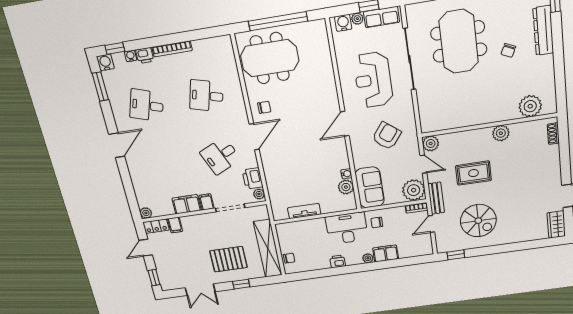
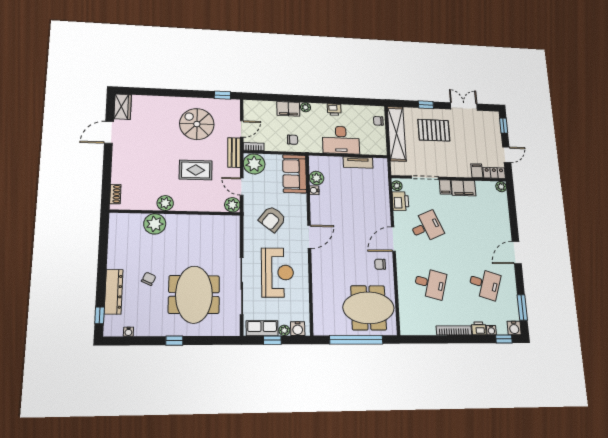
plant: (530, 106) -> (155, 224), moved
desk: (347, 228) -> (341, 140), moved

